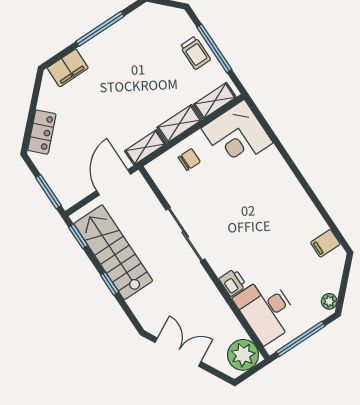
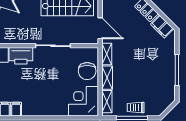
filing cabinet: (68, 68) -> (162, 26), moved, turned -45
chair: (189, 160) -> (87, 71), width x1.87, depth x1.87
filing cabinet: (314, 227) -> (16, 109), added
printer: (233, 282) -> (21, 56), width x1.87, depth x1.48

